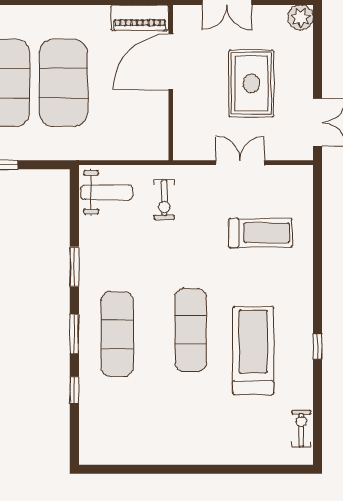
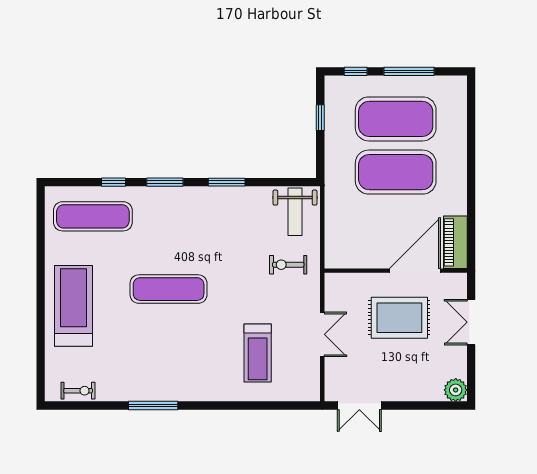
door: (171, 62) -> (415, 271), hinge flipped
rug: (251, 83) -> (399, 318), moved
exercise mat: (117, 334) -> (93, 216), moved
window: (317, 347) -> (153, 405), width x2.17
treadmill: (253, 350) -> (73, 306), moved, turned -90

